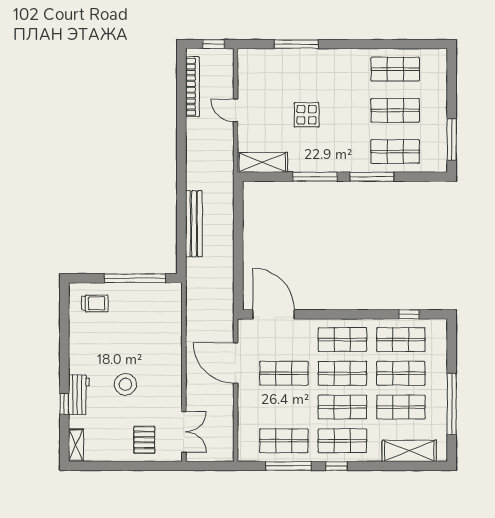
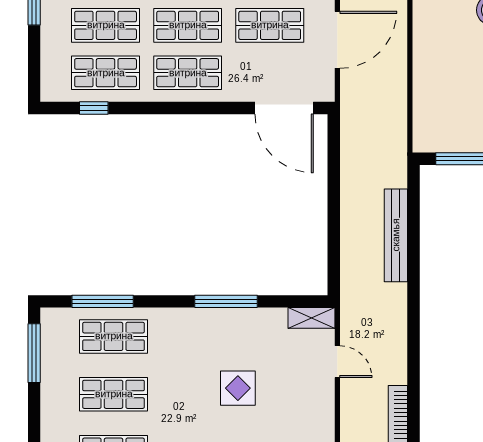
door: (236, 110) -> (337, 362), moved
shelving: (262, 162) -> (312, 318), width x0.67, depth x0.75
window: (372, 177) -> (103, 301), moved
door: (236, 363) -> (337, 40), hinge flipped

